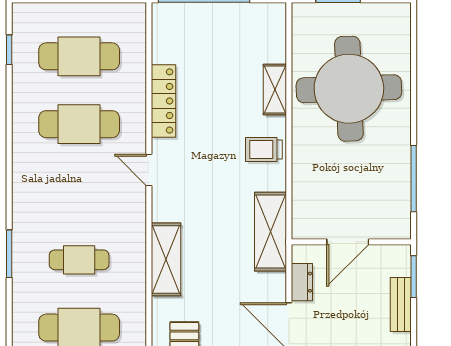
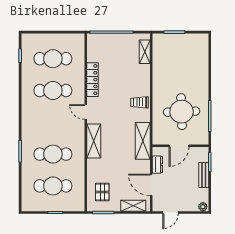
shelving: (275, 89) -> (145, 52), moved
round table: (349, 89) -> (182, 112), moved, width x0.73, depth x0.73
shelving: (166, 259) -> (94, 141), moved
cafe table: (79, 260) -> (53, 154), width x1.37, depth x1.35

